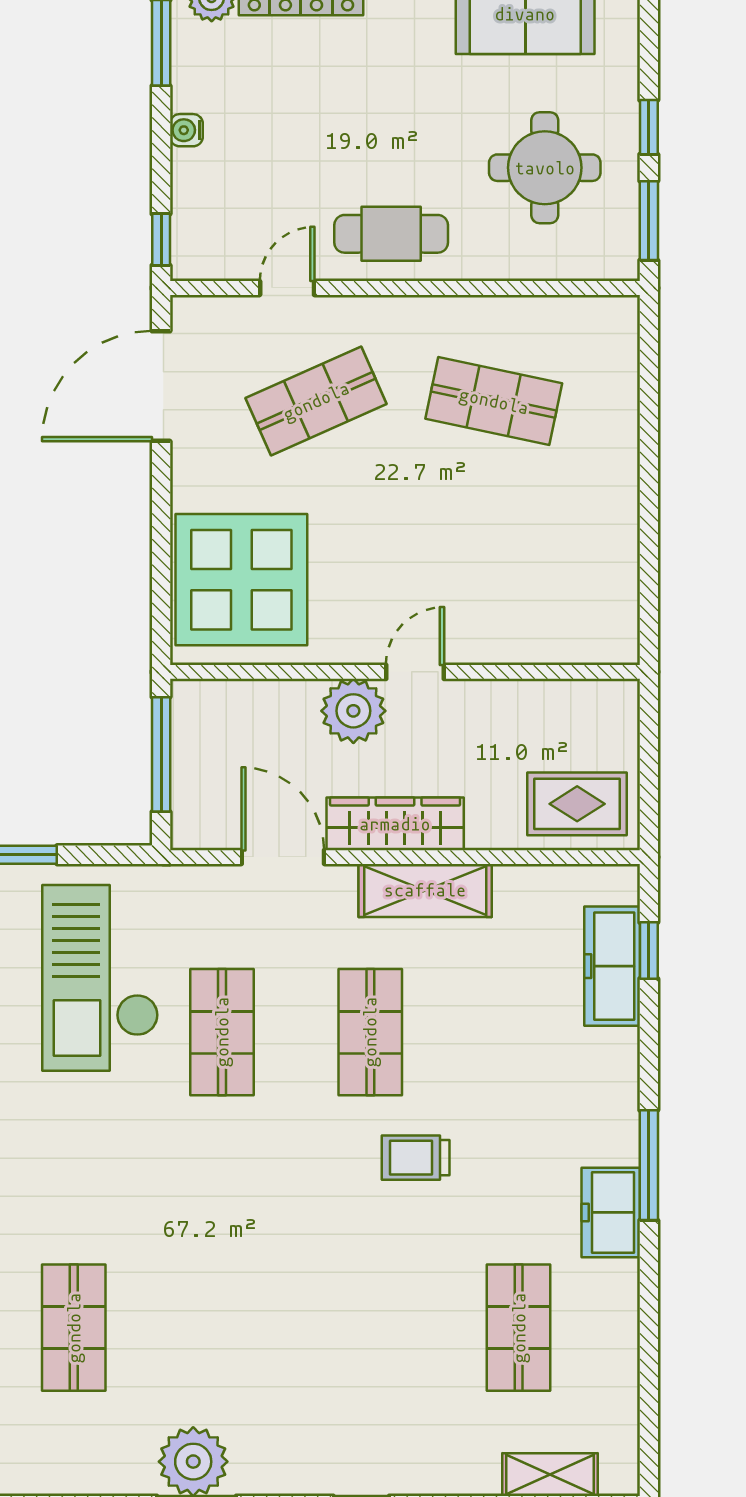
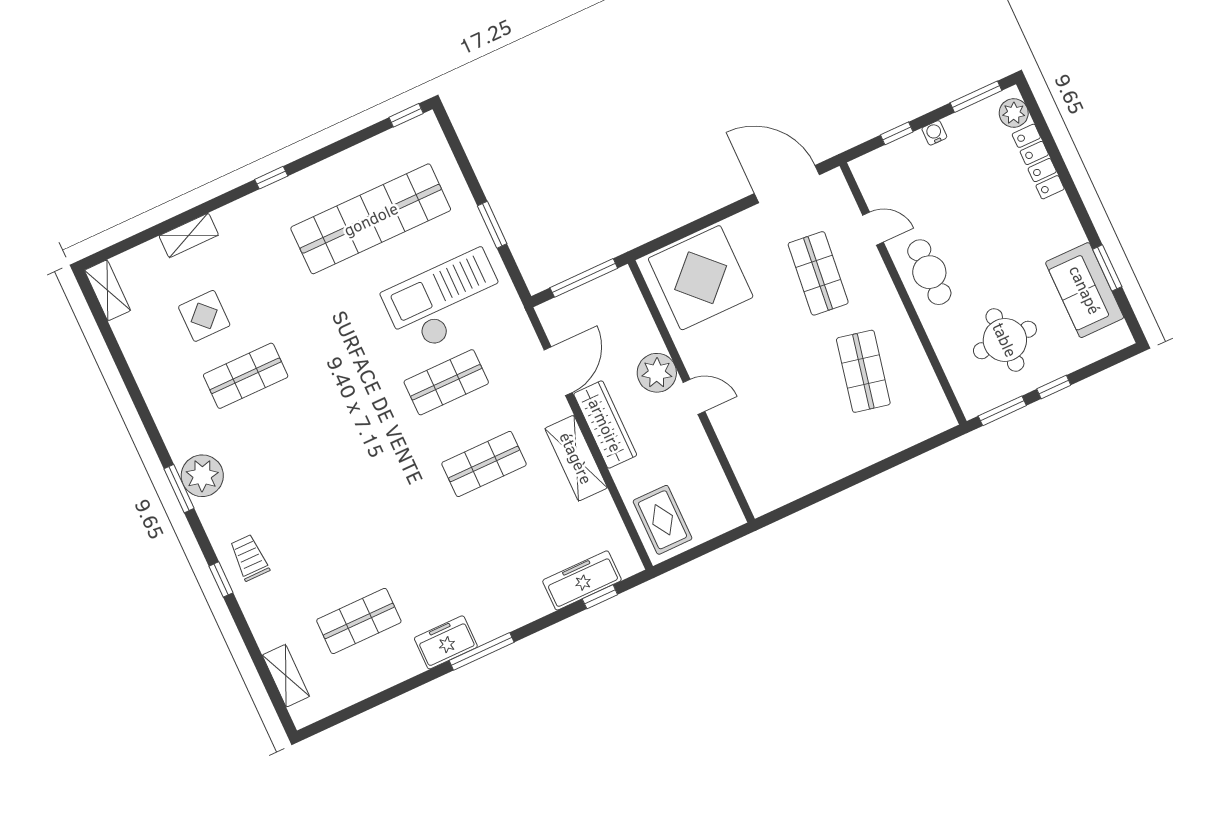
window: (161, 240) -> (897, 133), moved
shop shelf: (316, 401) -> (818, 273), turned 30
trolley: (416, 1158) -> (249, 558), moved

